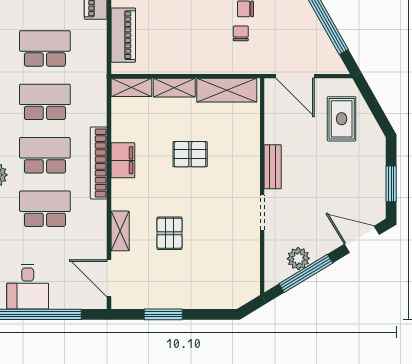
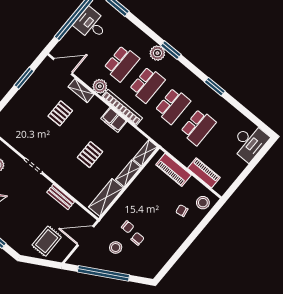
stool: (279, 27) -> (116, 247), added
rug: (342, 119) -> (47, 241), turned 90
bench: (273, 167) -> (61, 197), moved
plant: (95, 212) -> (100, 86), added
pallet: (169, 233) -> (60, 113), turned 90

